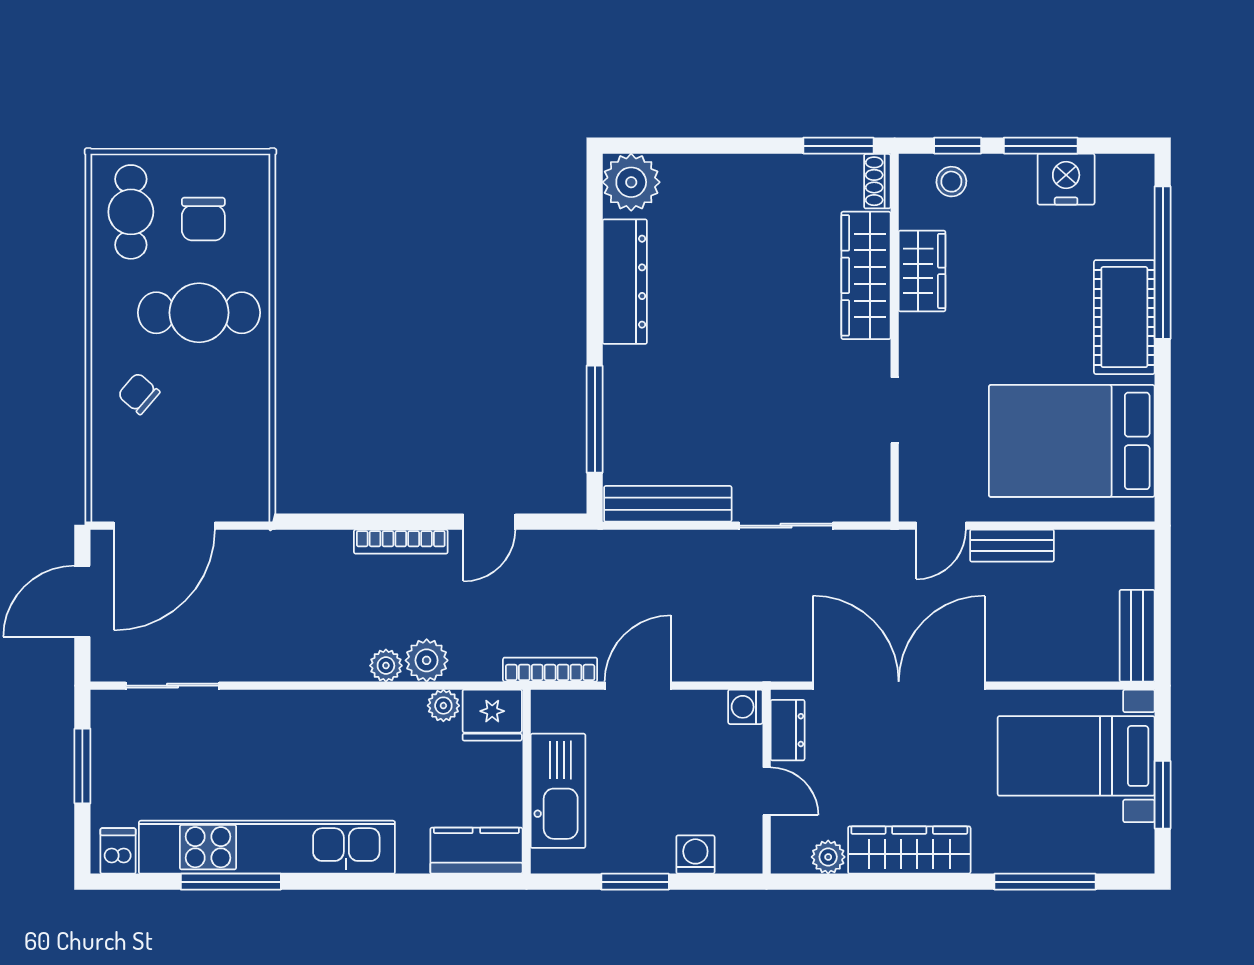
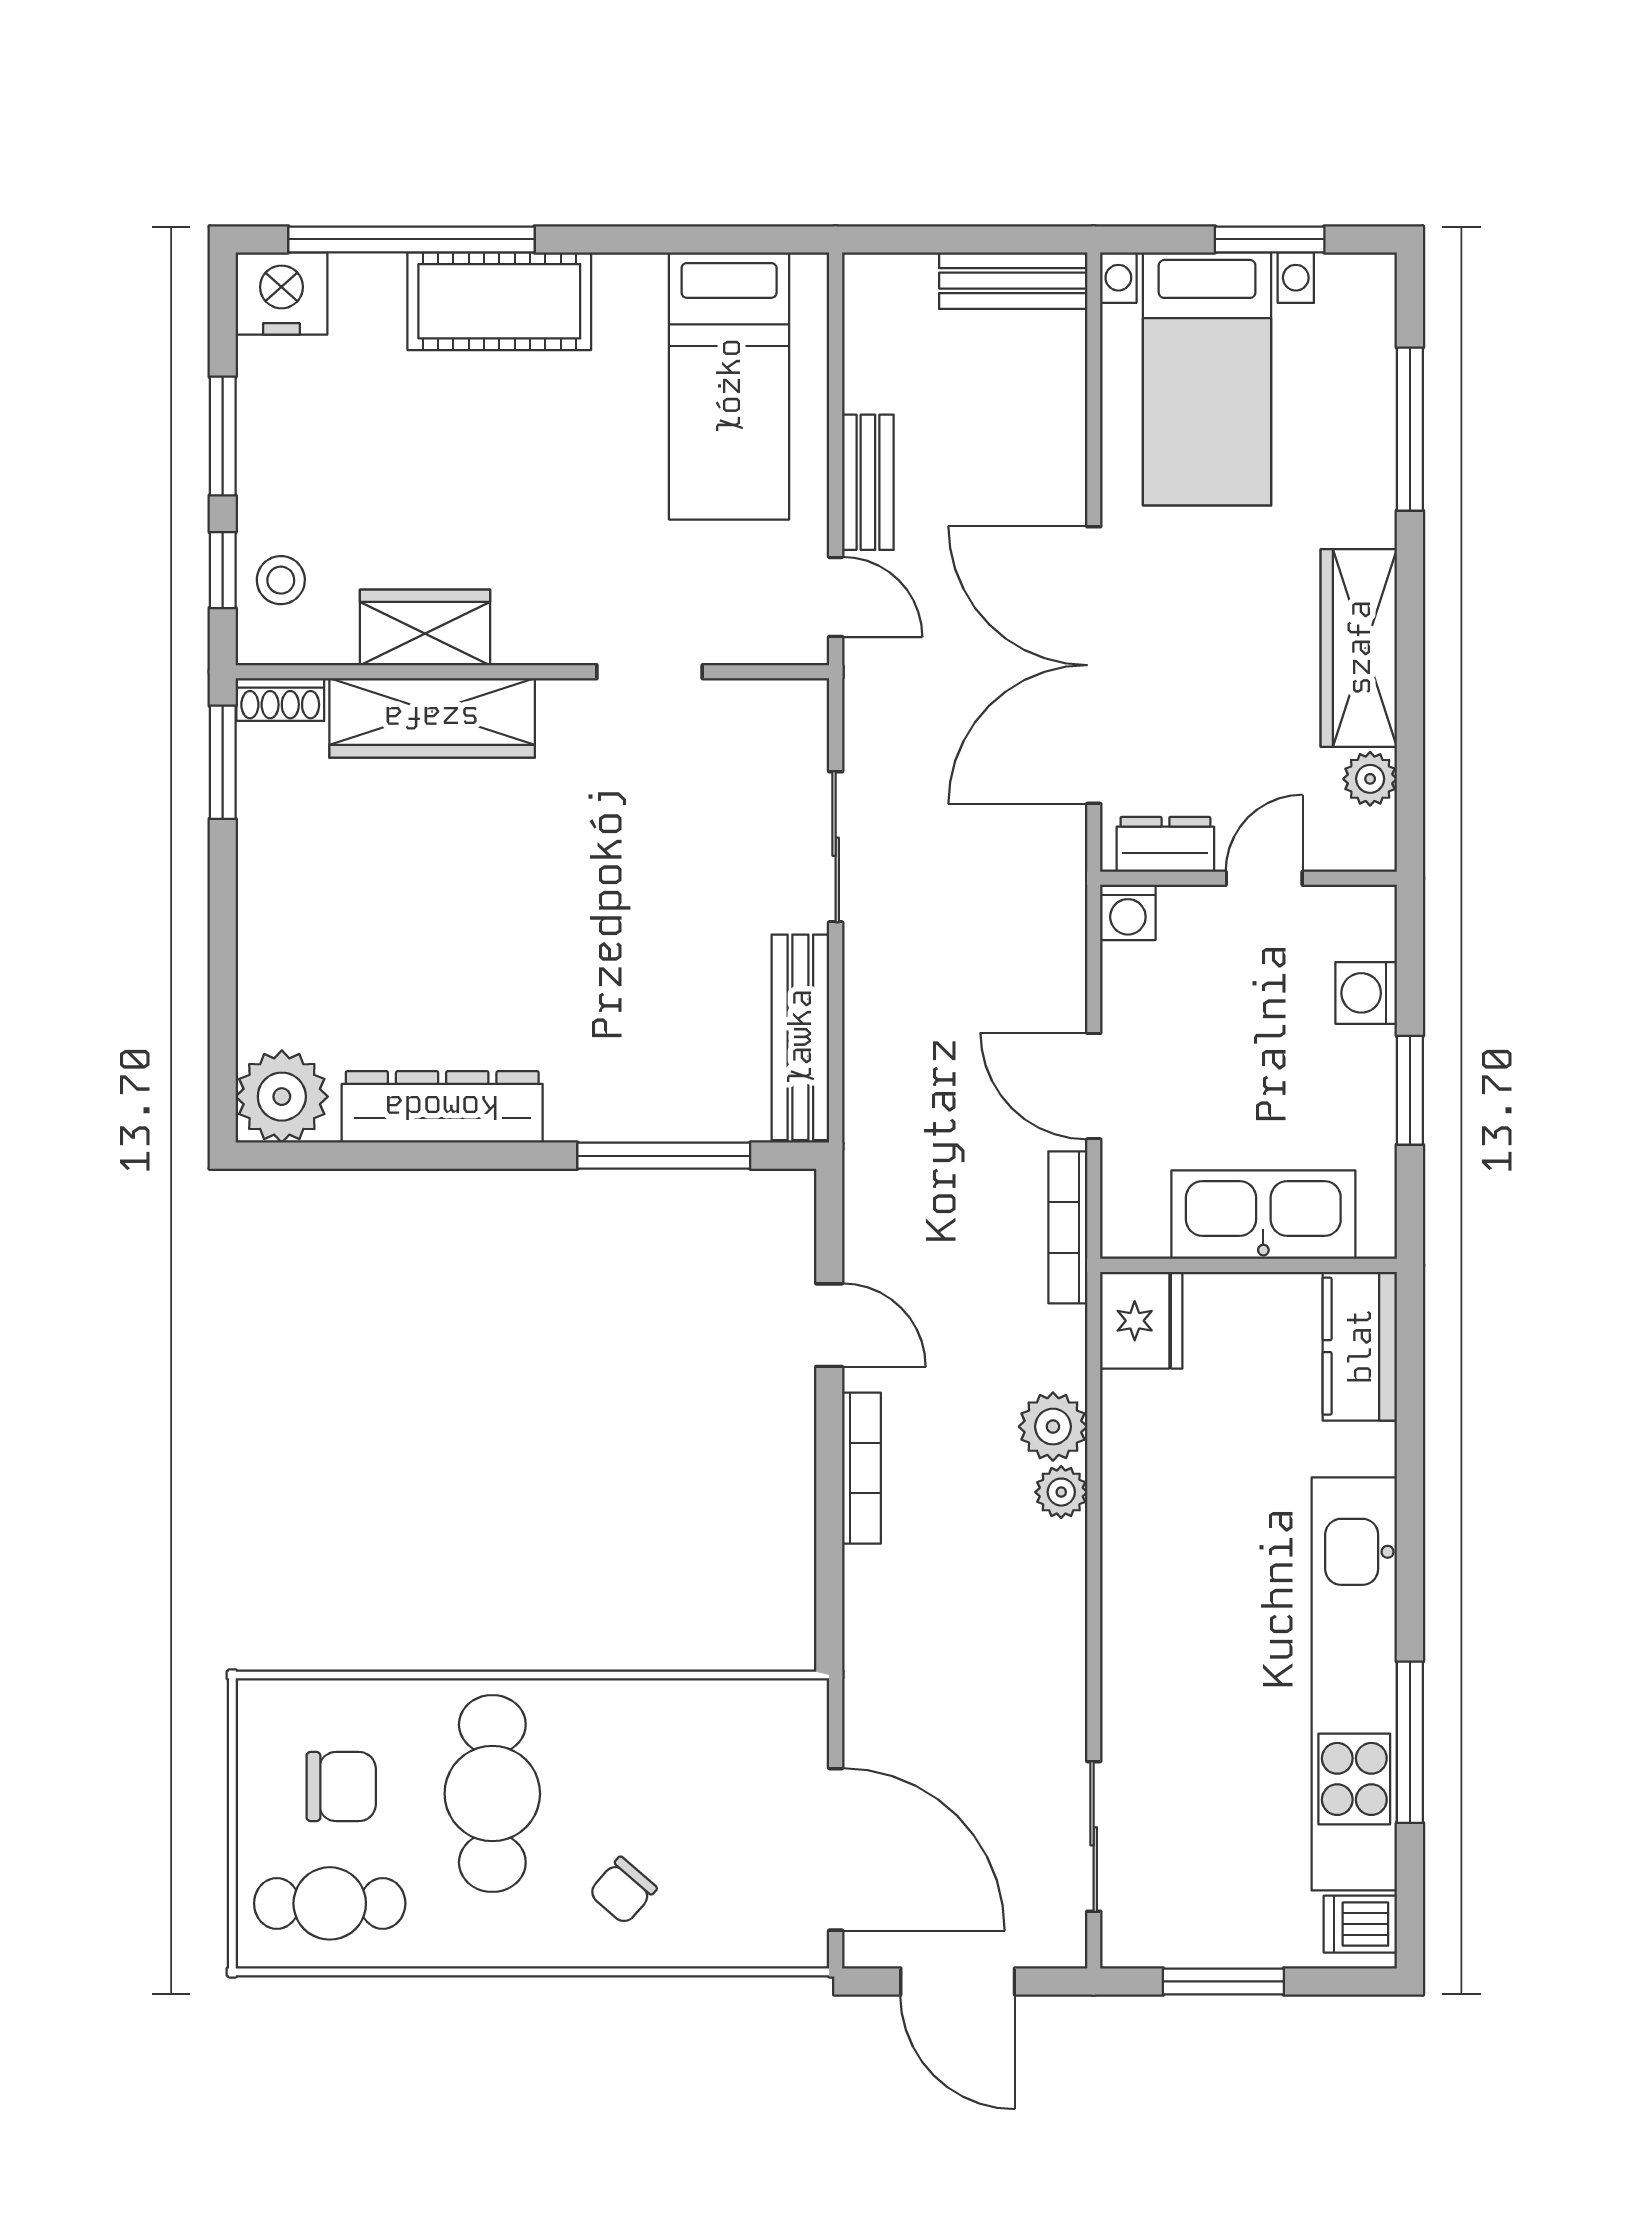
nightstand: (1066, 179) -> (281, 294), moved, turned 90
bed: (1072, 441) -> (729, 386), width x0.67
plant: (443, 706) -> (1126, 1399), removed

